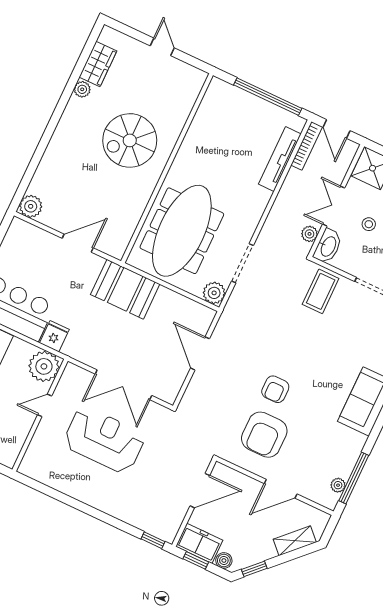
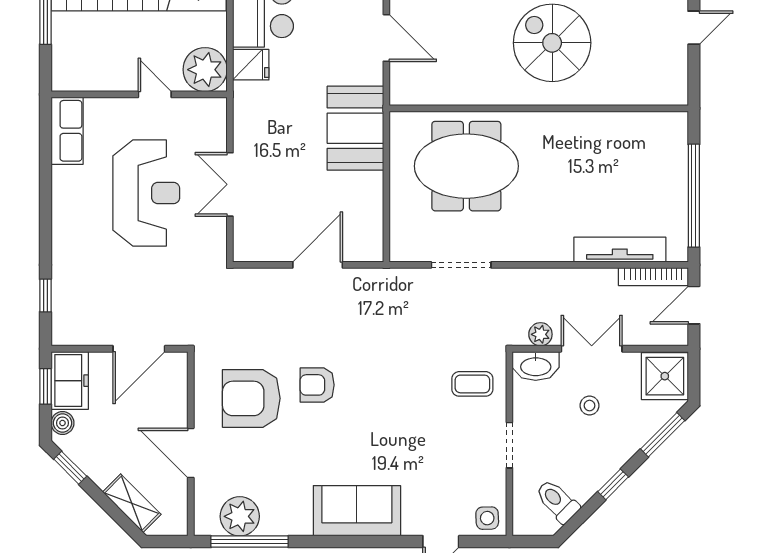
meeting table: (182, 231) -> (466, 166), width x0.73
coffee table: (321, 291) -> (472, 384), width x0.73, depth x0.77
plant: (214, 293) -> (405, 246), removed
double door: (123, 385) -> (230, 184), width x0.73
row of seats: (42, 471) -> (67, 131), added
plant: (338, 485) -> (240, 516), width x1.88, depth x1.88
door: (200, 491) -> (139, 349), hinge flipped
window: (153, 540) -> (45, 296), moved

